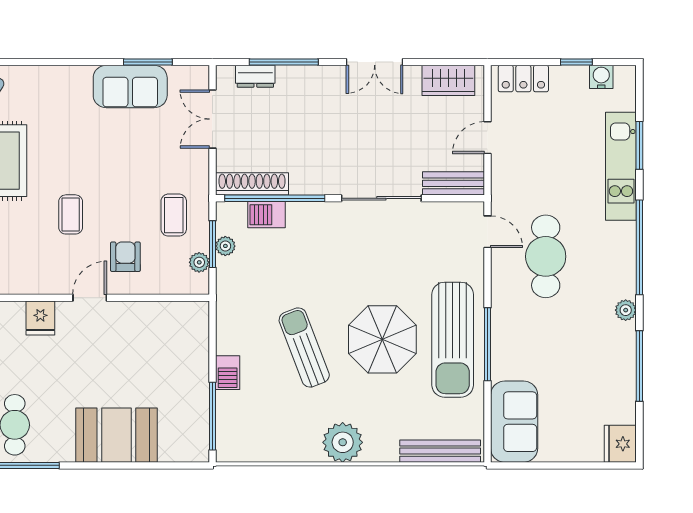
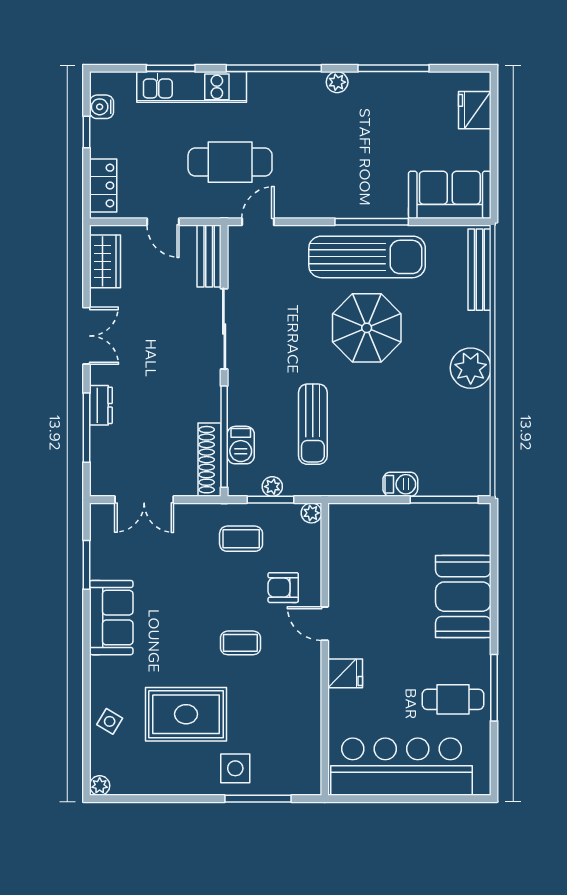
dresser: (255, 76) -> (101, 405), moved
sofa: (130, 87) -> (111, 618), moved
cafe table: (546, 256) -> (230, 162), moved
plant: (199, 262) -> (311, 513), moved
sun lounger: (304, 347) -> (313, 424), moved, turned -69
fridge: (620, 444) -> (475, 110), moved, turned 90

